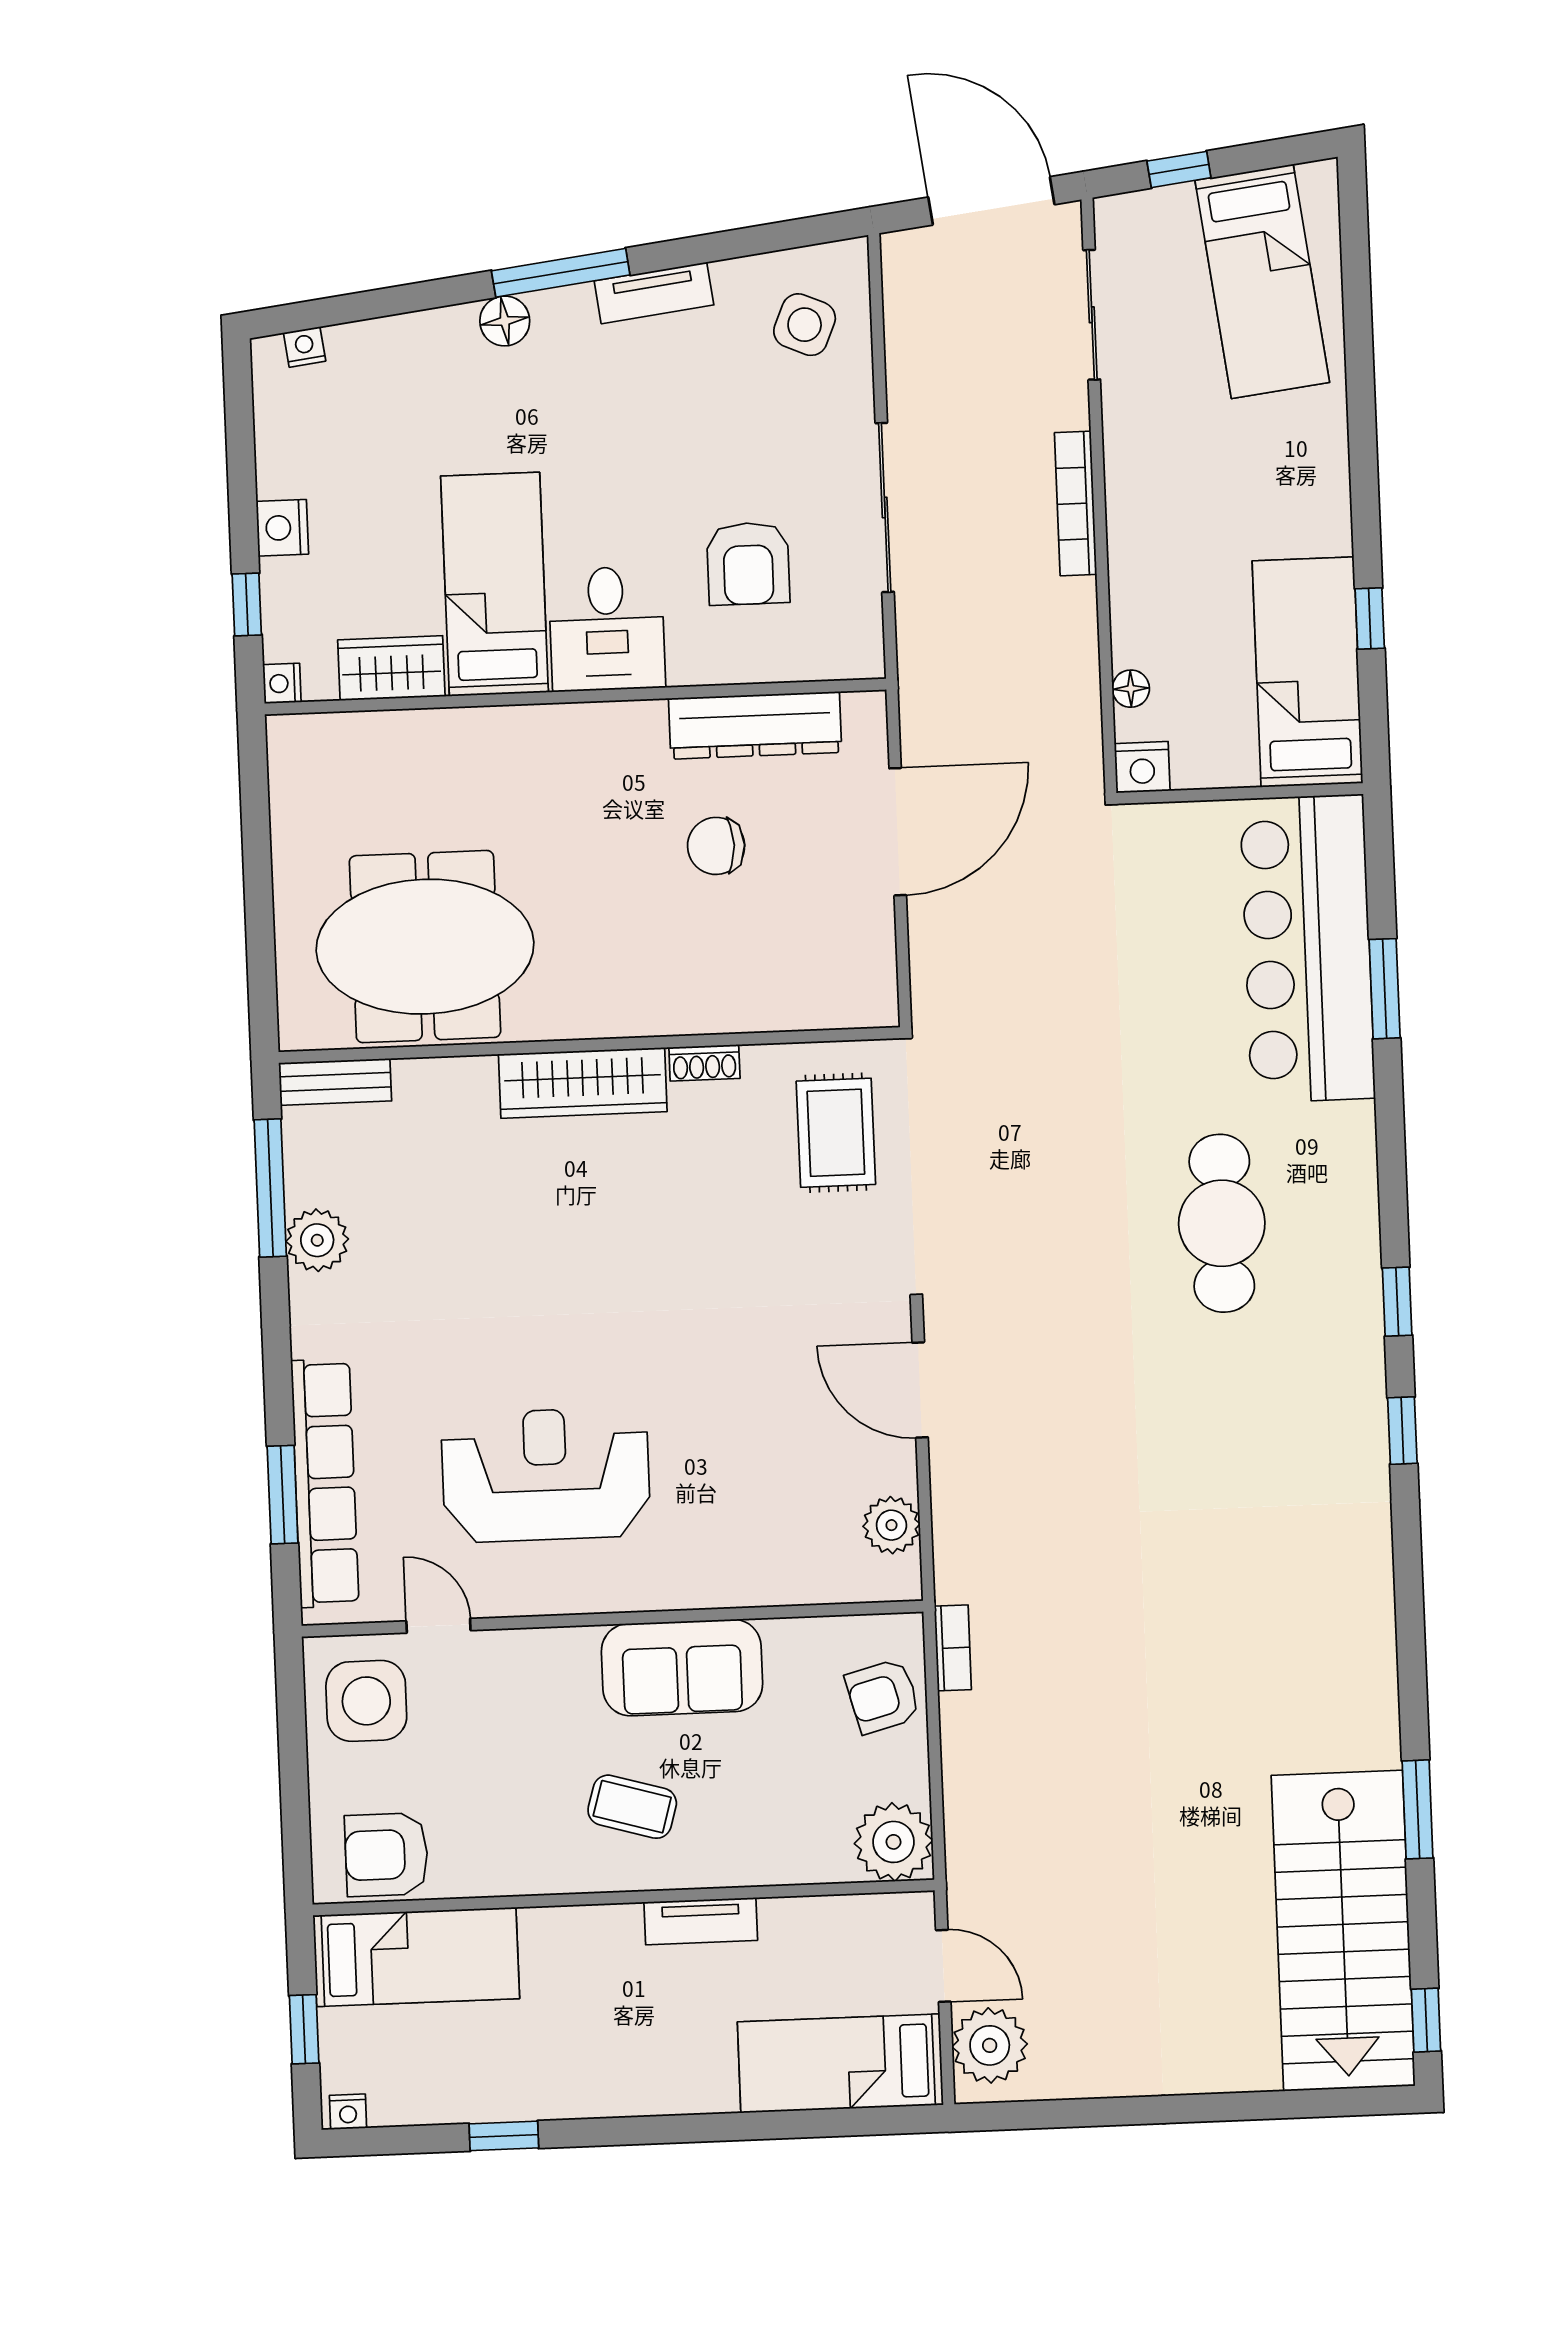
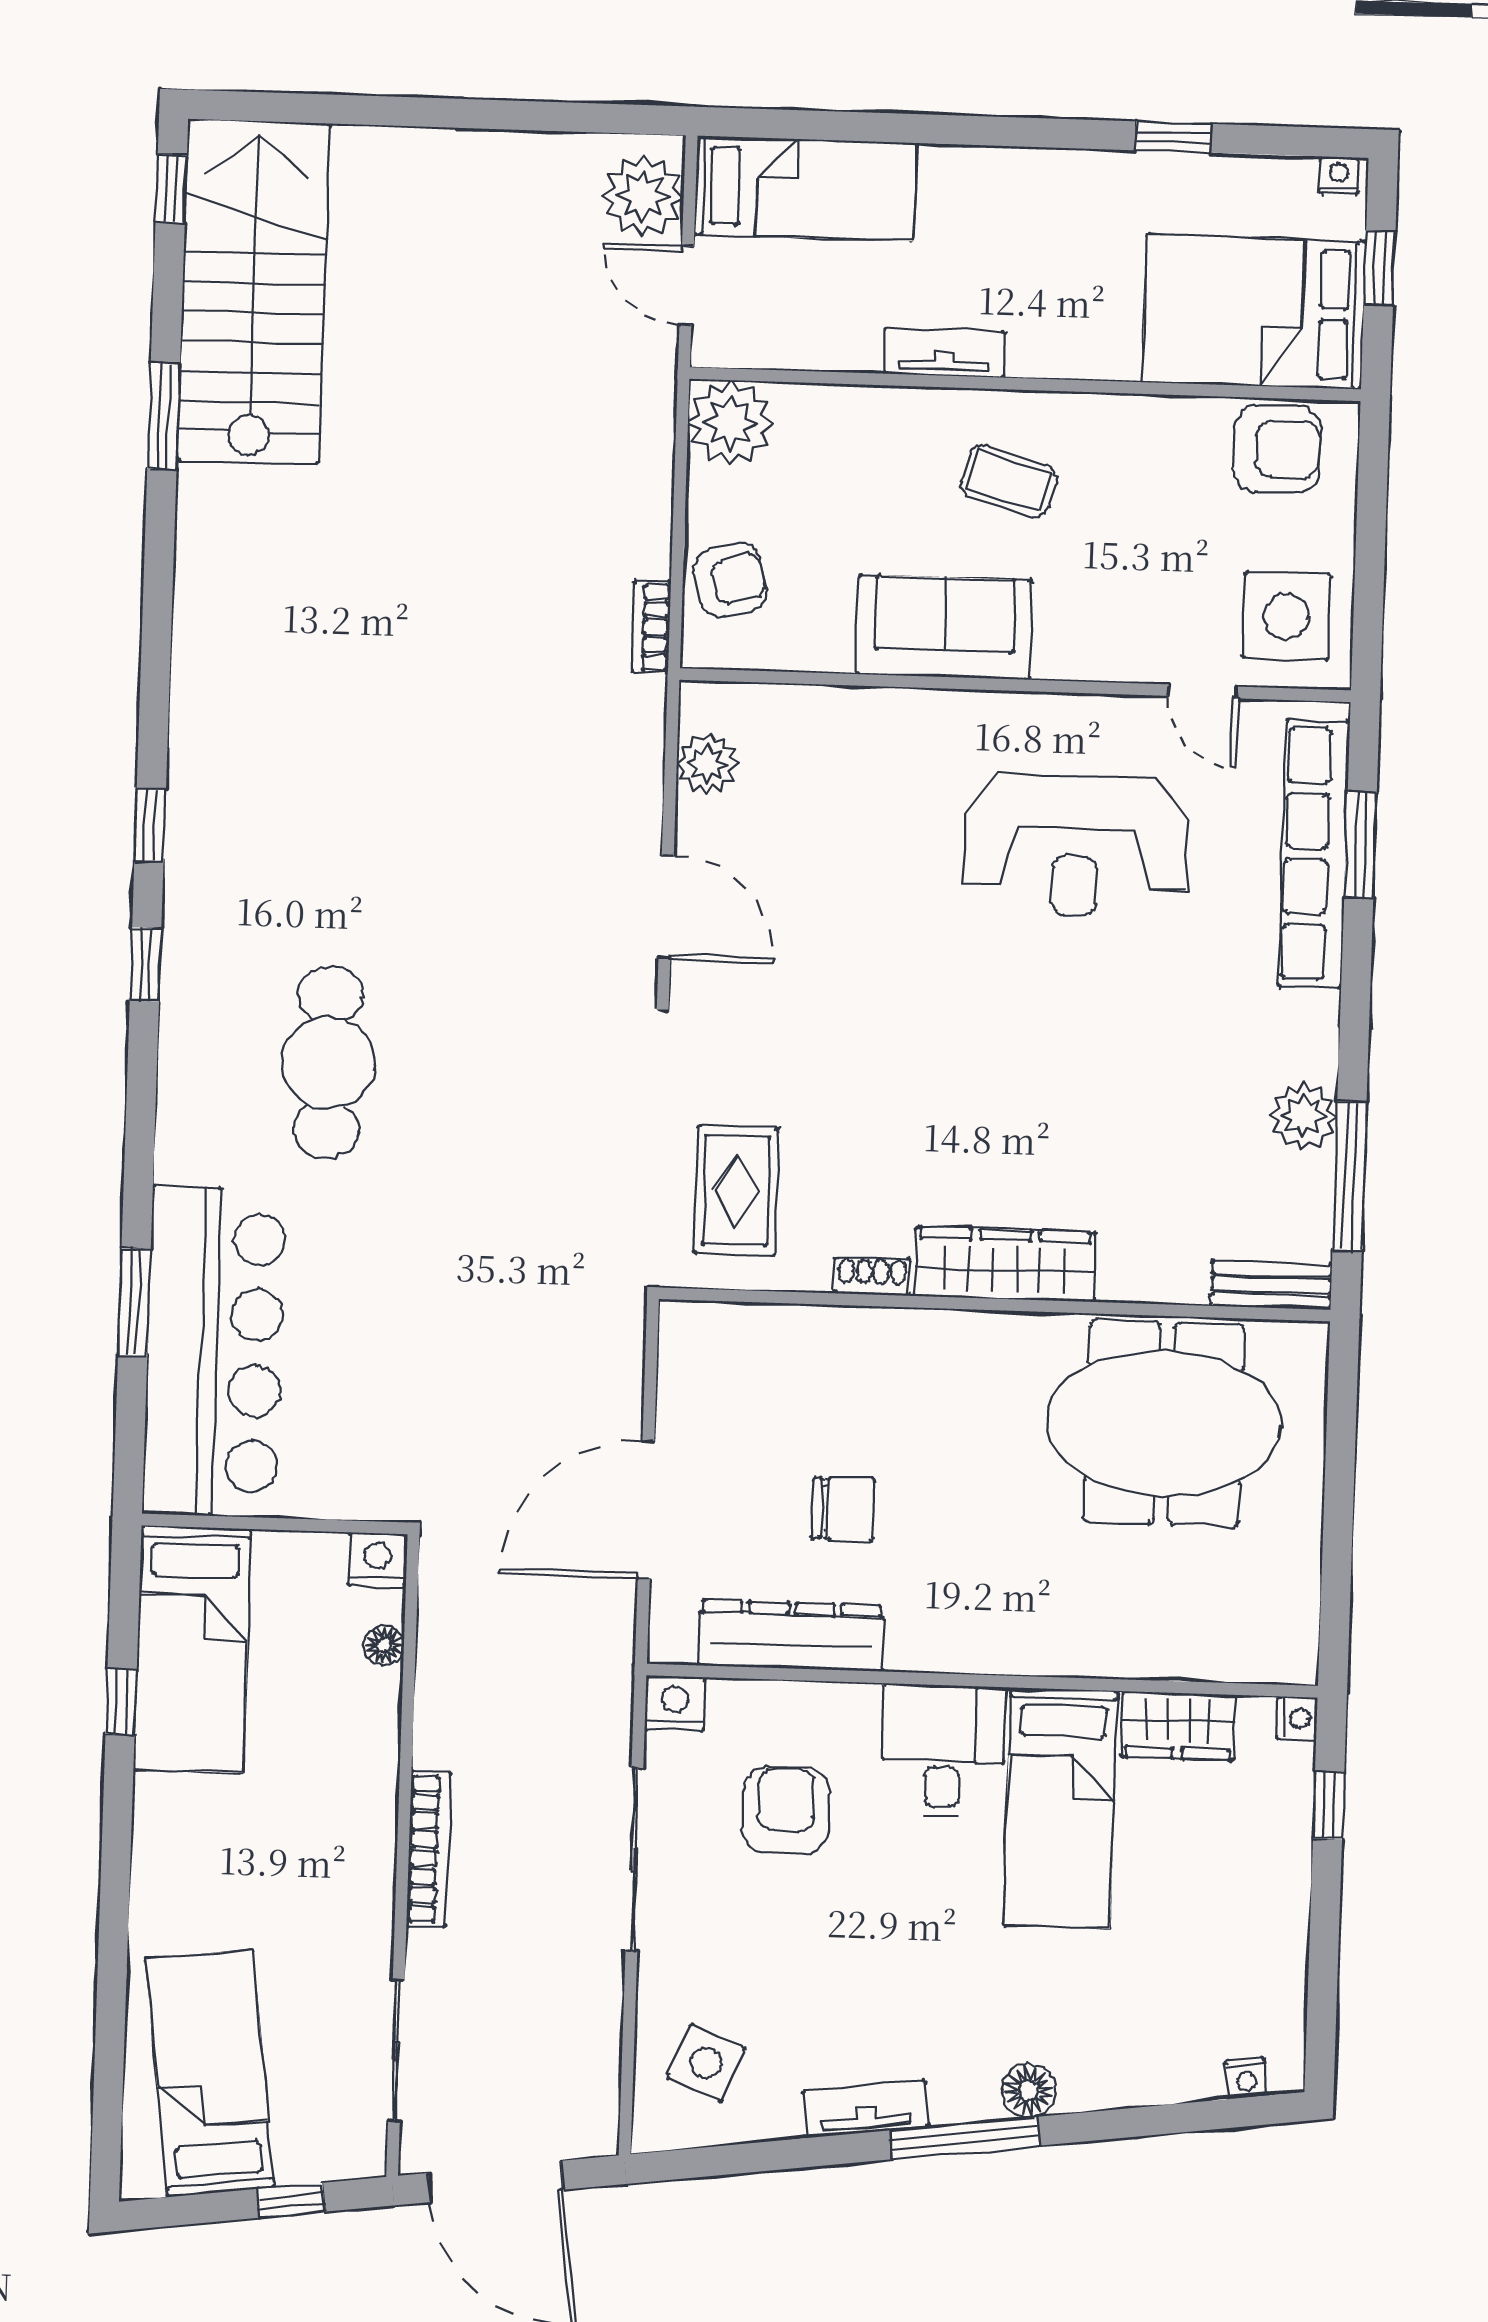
nightstand: (282, 528) -> (675, 1703), moved, turned -90
bed: (416, 1957) -> (1254, 312), width x1.50

